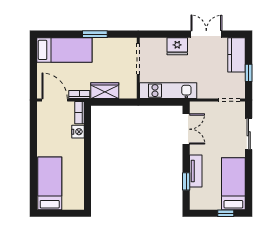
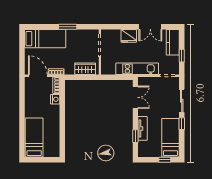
double door: (206, 34) -> (150, 27), swing flipped
wardrobe: (105, 91) -> (85, 69), moved
kitchen unit: (168, 91) -> (137, 69), moved
window: (249, 165) -> (182, 124), added

